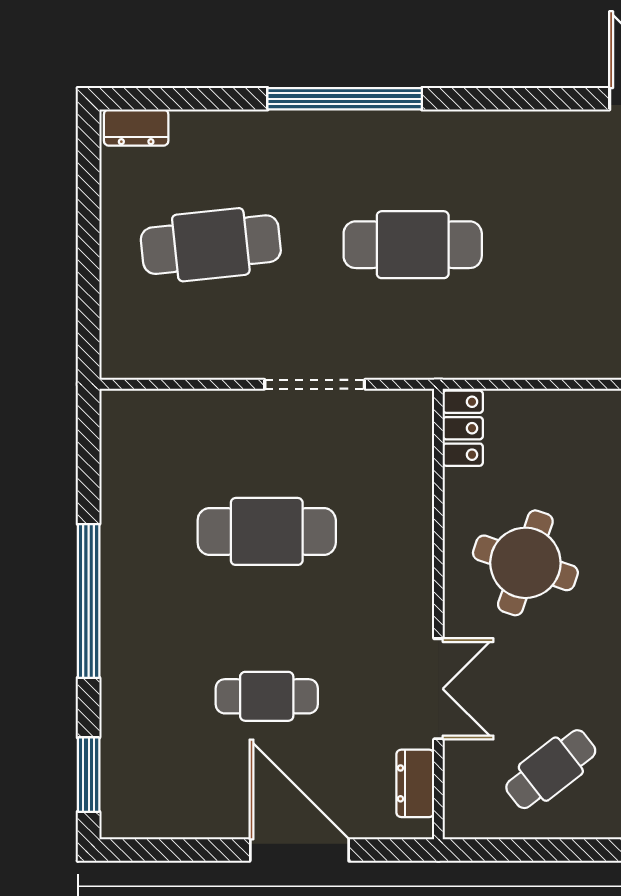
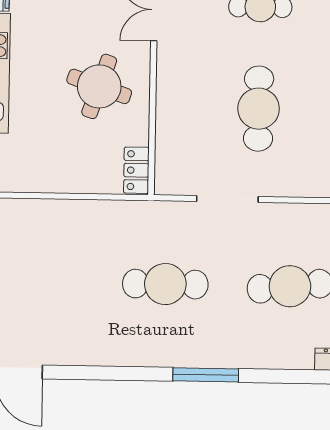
window: (345, 99) -> (206, 375), width x0.68
cafe table: (267, 531) -> (259, 109), turned 90

